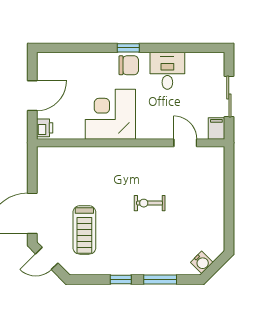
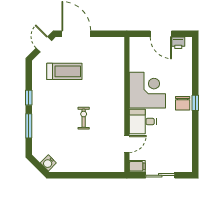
desk: (167, 71) -> (143, 122), moved, turned 180
printer: (45, 128) -> (178, 43), moved
treadmill: (84, 230) -> (64, 71), turned 180
water cooler: (202, 262) -> (48, 163), moved

